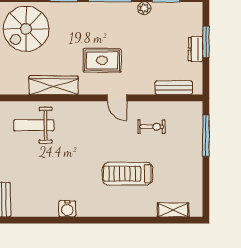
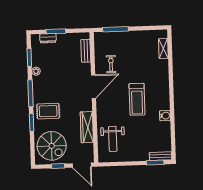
dresser: (196, 49) -> (48, 38), moved
rug: (102, 60) -> (48, 111), moved, turned 90
door: (117, 98) -> (94, 87), width x1.88
treadmill: (128, 174) -> (137, 99), moved

